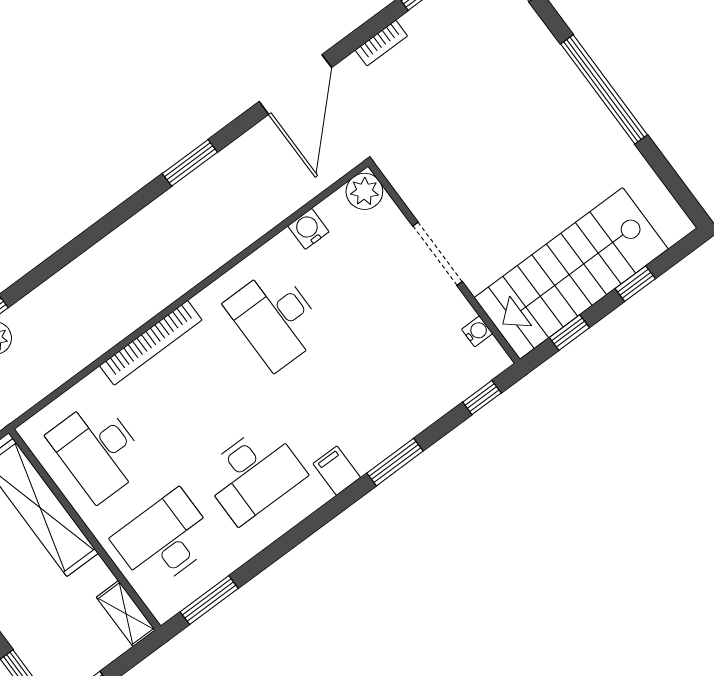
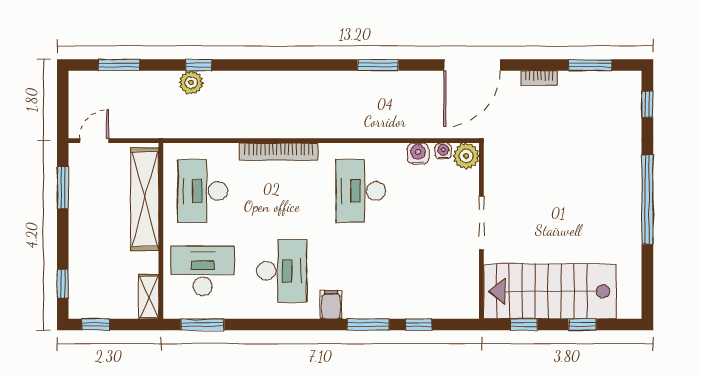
water cooler: (477, 331) -> (443, 151), moved, turned -90
window: (482, 397) -> (419, 325), moved
desk: (253, 474) -> (282, 271), turned -90

